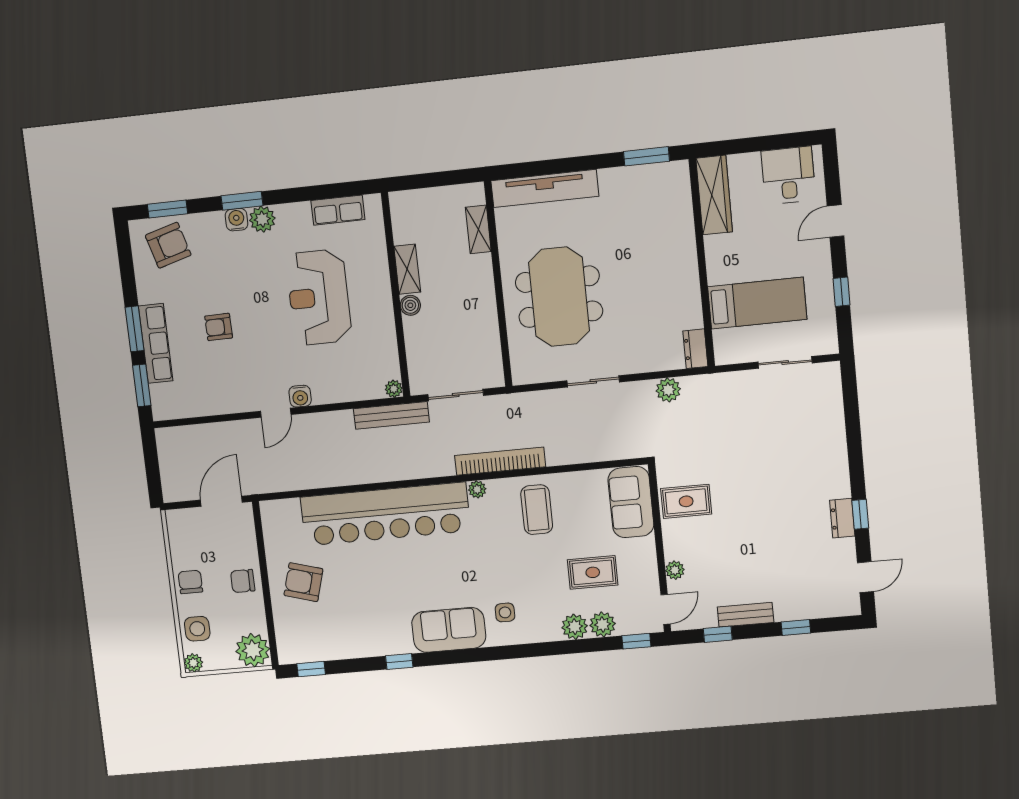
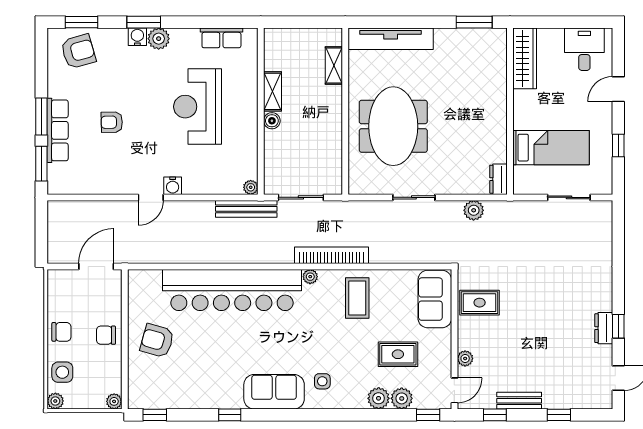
chair: (190, 582) -> (61, 332), turned 90
plant: (253, 650) -> (114, 401), width x0.53, depth x0.53

